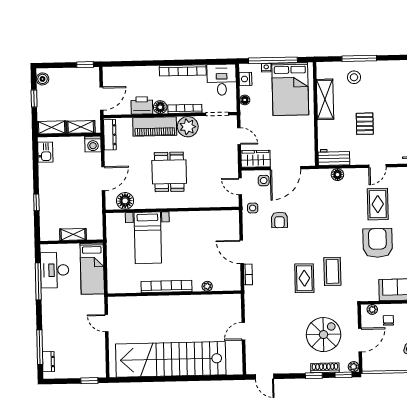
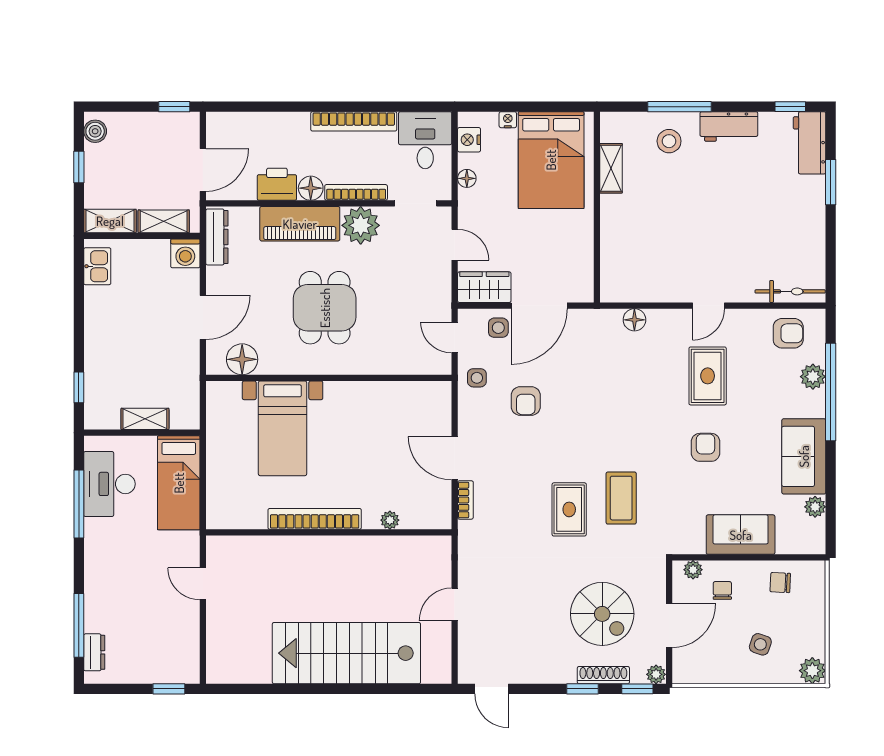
window: (273, 60) -> (520, 107), removed
shelving: (325, 99) -> (611, 168), width x0.67, depth x0.75
pallet: (365, 124) -> (687, 227), removed
workbench: (334, 157) -> (729, 126), moved, turned 180
window: (36, 202) -> (79, 387), moved
armchair: (378, 243) -> (706, 447), width x0.53, depth x0.53
spiral stairs: (324, 335) -> (602, 614), turned 90
stairs: (171, 359) -> (346, 653), width x0.73

